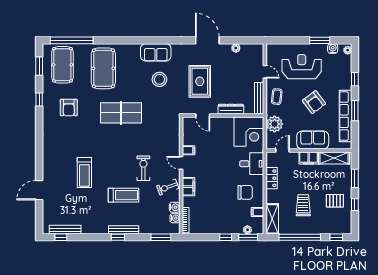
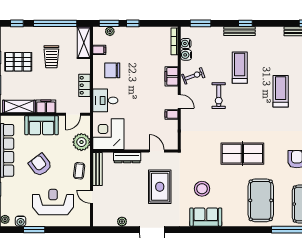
reception desk: (302, 67) -> (53, 202), turned 180
treadmill: (123, 195) -> (240, 68), turned 90
pallet: (335, 201) -> (18, 62), width x1.50, depth x1.42

